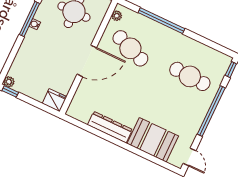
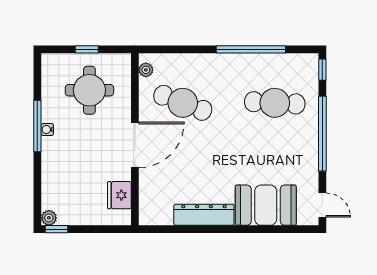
window: (161, 21) -> (251, 49), moved
fridge: (54, 100) -> (119, 195), moved, turned -90

